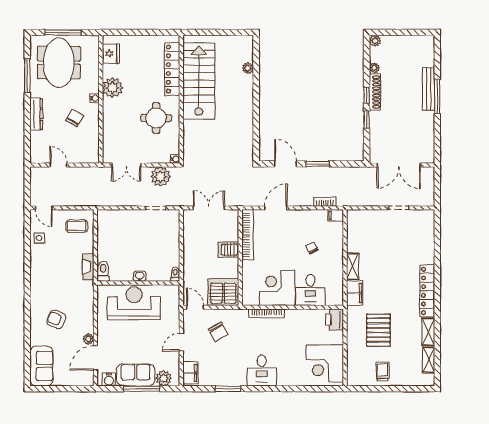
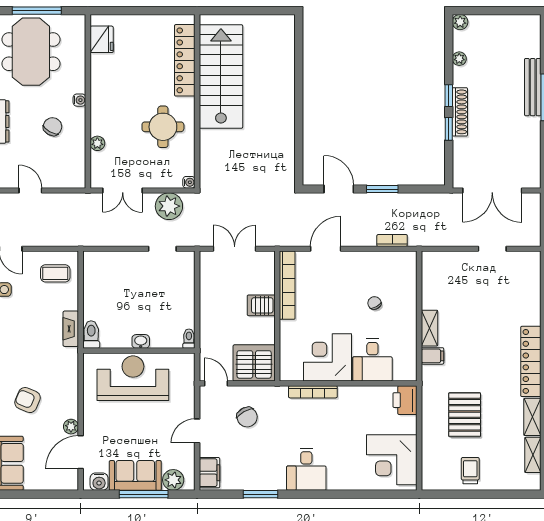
plant: (248, 68) -> (288, 59), removed
plant: (112, 88) -> (97, 143), moved, width x0.53, depth x0.53
shoe rack: (375, 92) -> (460, 112), moved
filing cabinet: (336, 215) -> (406, 259), removed
filing cabinet: (355, 293) -> (432, 356), width x0.50

